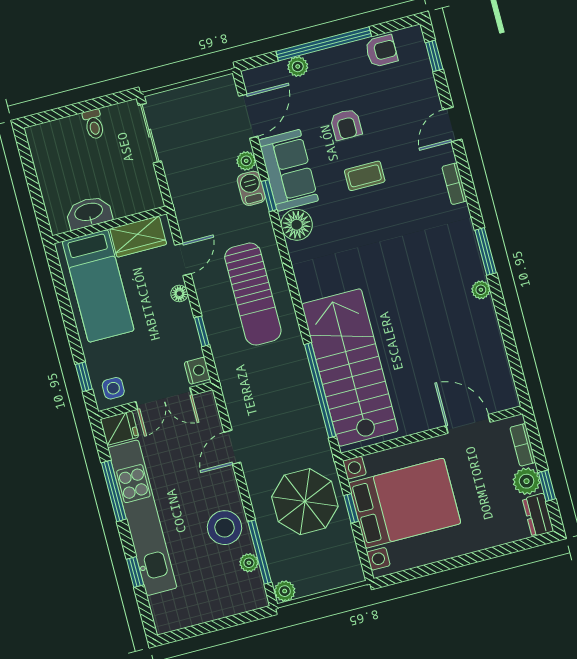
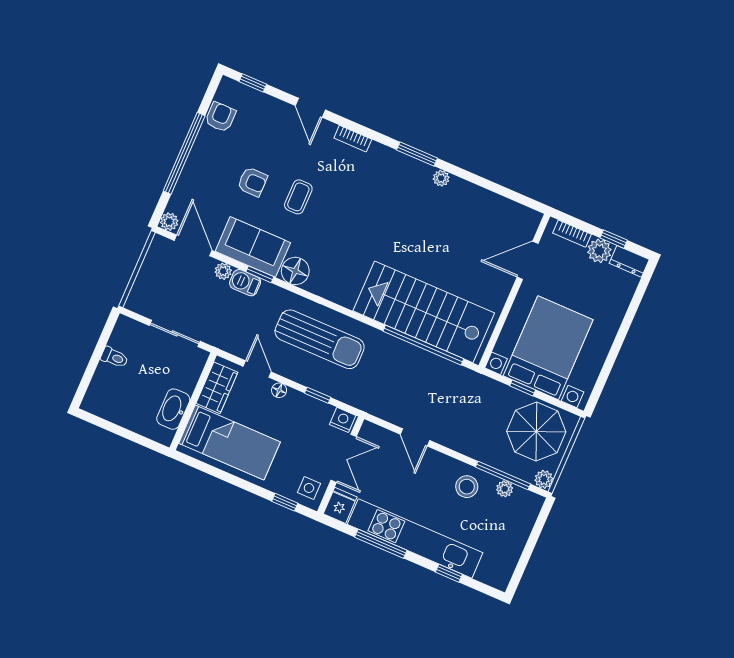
plant: (298, 66) -> (169, 222), moved
sliding door: (150, 133) -> (175, 333), moved
parasol: (305, 502) -> (536, 432), moved
stool: (224, 528) -> (467, 487), width x0.73, depth x0.73

